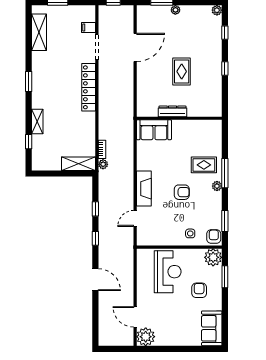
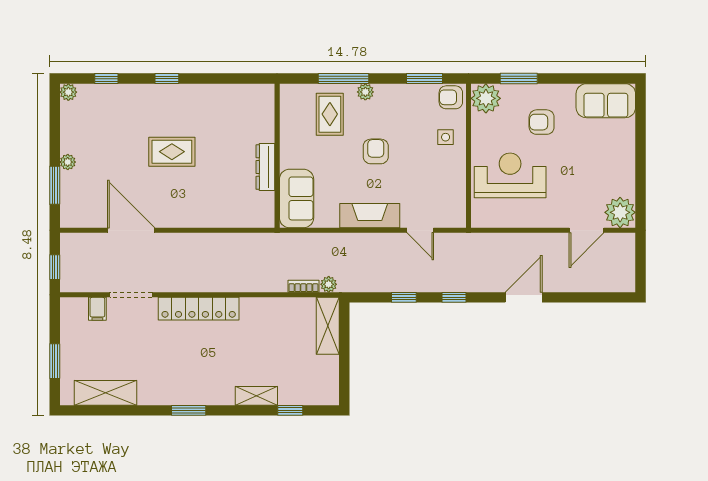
dresser: (172, 111) -> (265, 167), moved
wall: (179, 118) -> (277, 156), moved
sofa: (154, 130) -> (297, 198), moved

